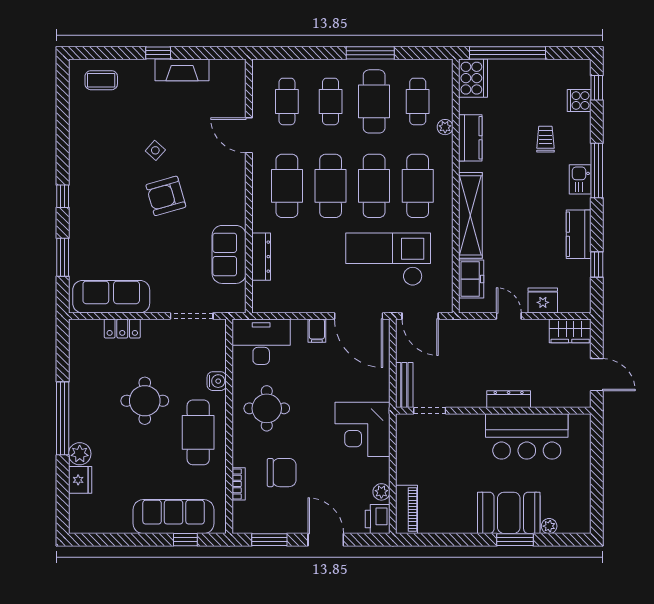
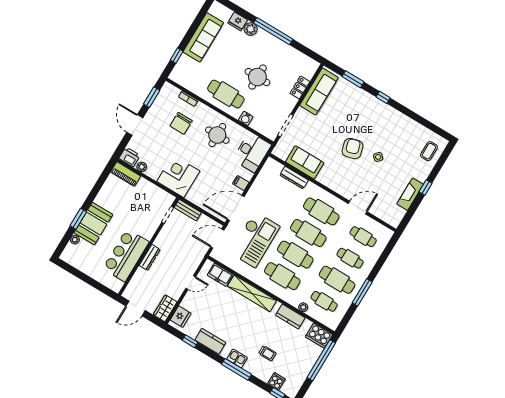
fridge: (543, 300) -> (181, 317), moved
sofa: (174, 517) -> (203, 37), moved
door: (326, 540) -> (135, 125), swing flipped

